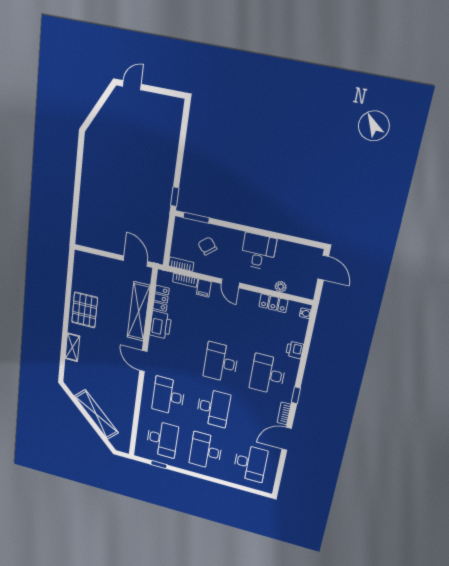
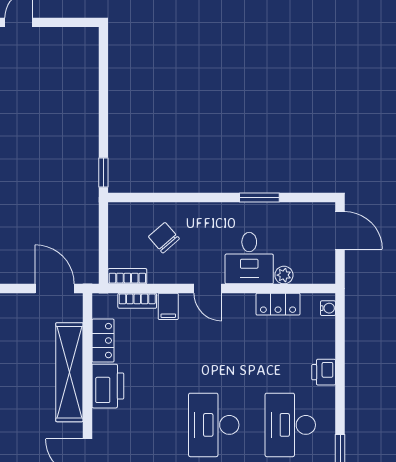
window: (196, 218) -> (259, 198), moved
desk: (258, 251) -> (249, 258), moved, turned 180

